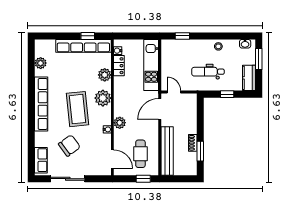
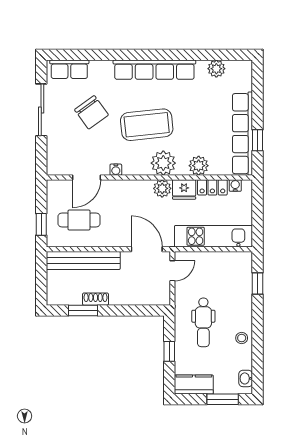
dental chair: (208, 72) -> (203, 322), turned 180
fridge: (120, 84) -> (184, 189), added
plant: (120, 123) -> (162, 188), moved
door: (112, 159) -> (87, 177), moved

